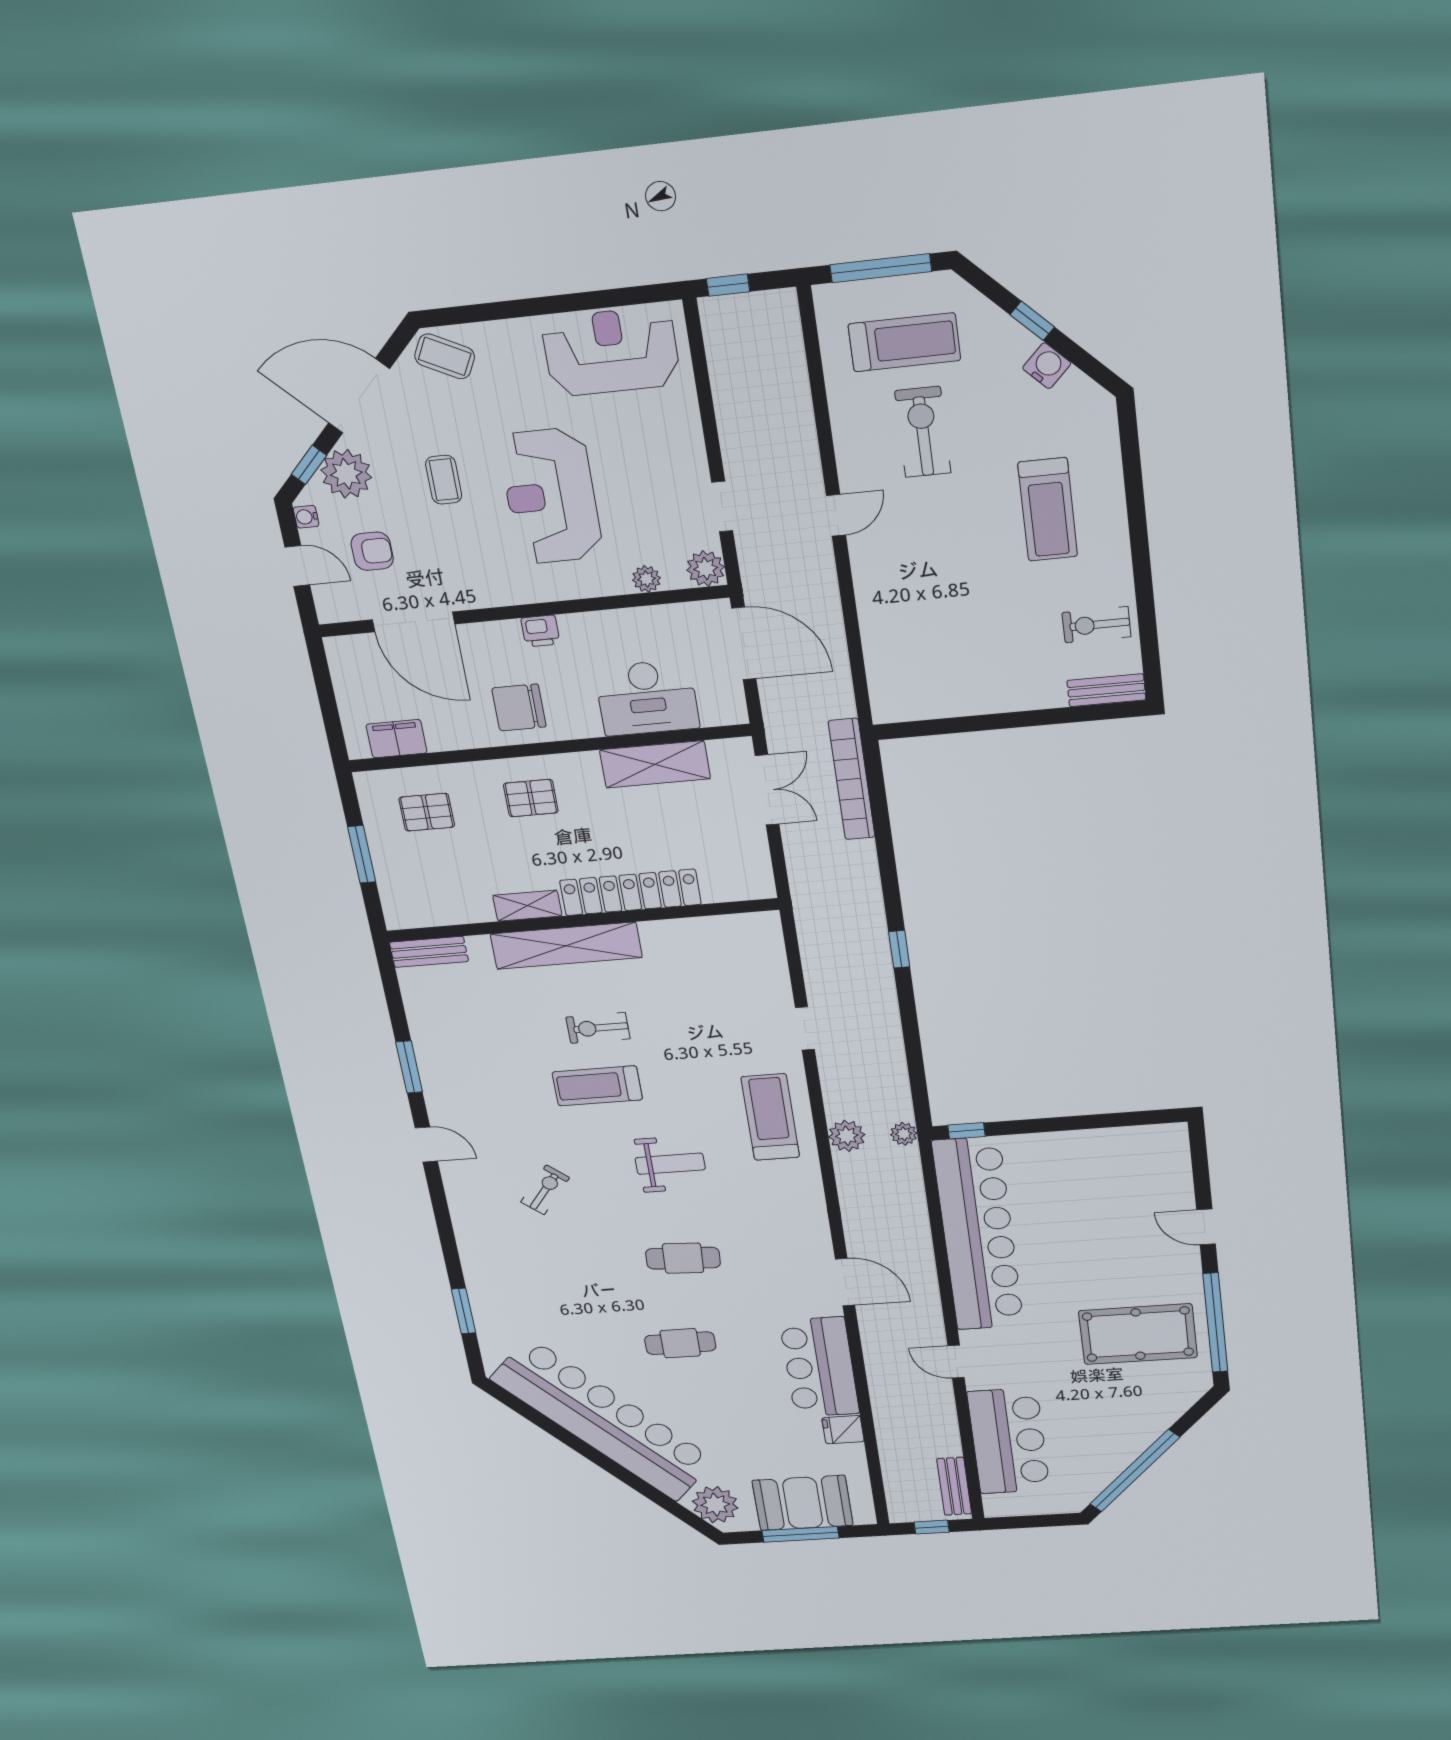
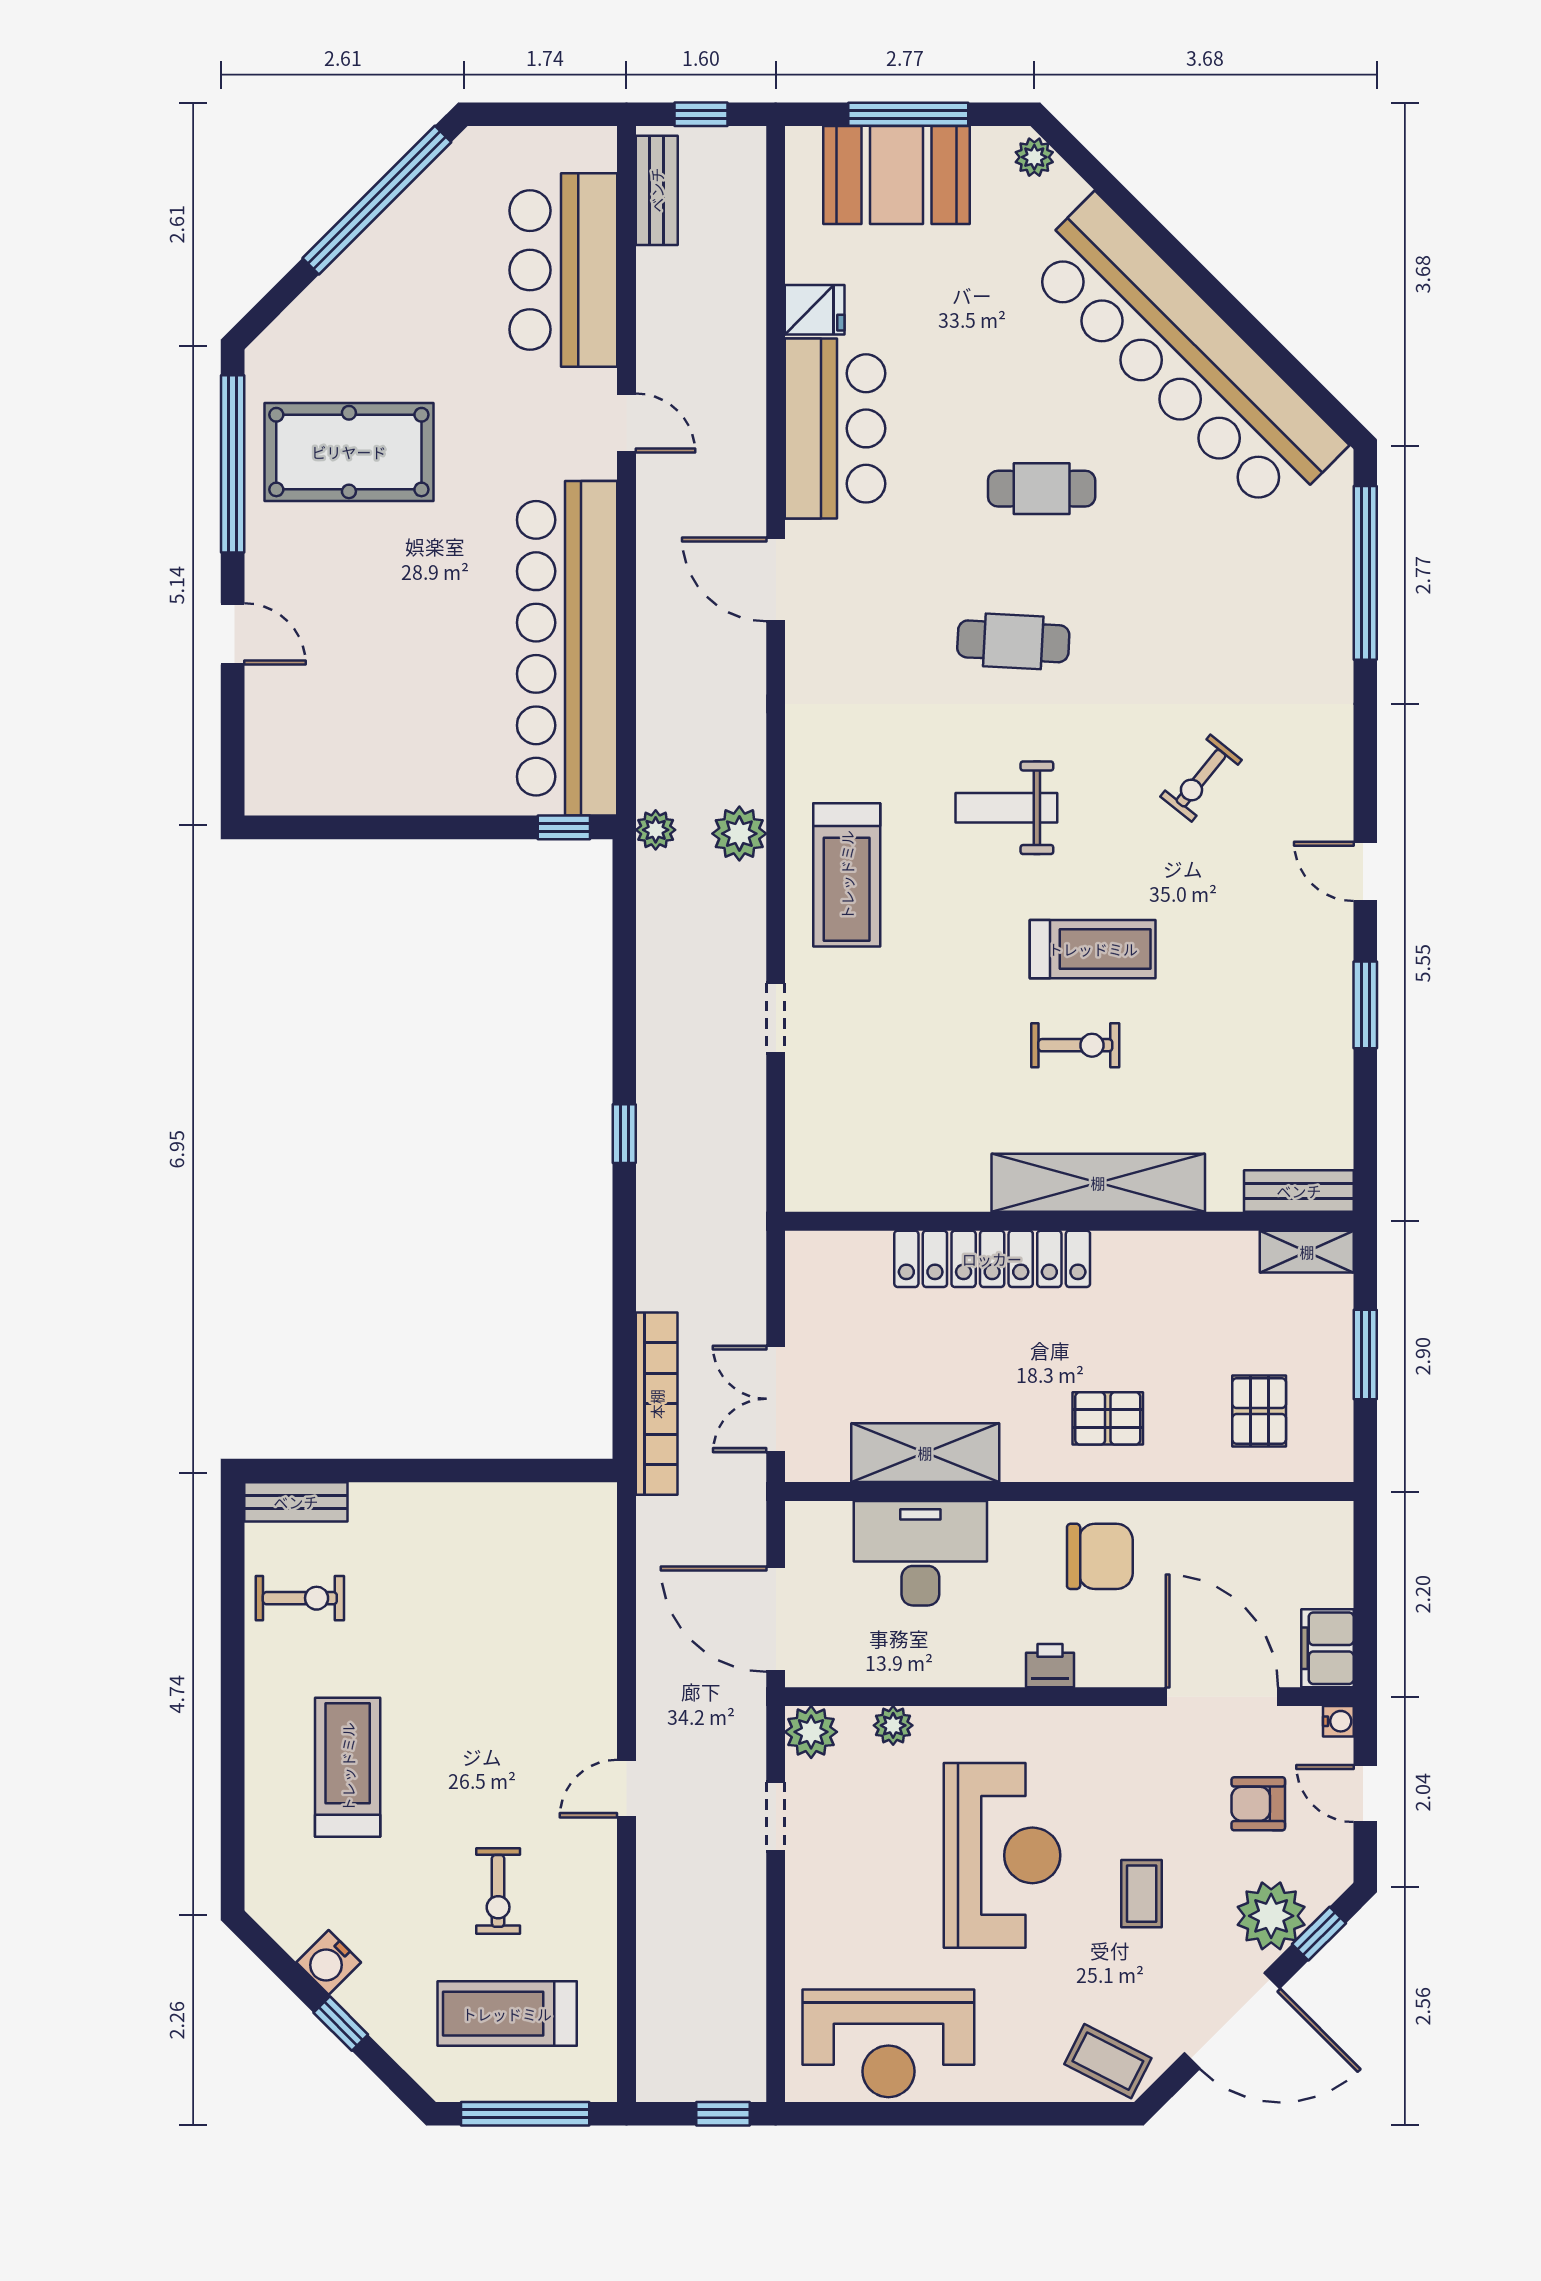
exercise bike: (923, 432) -> (498, 1891), width x0.73, depth x0.72
water cooler: (306, 517) -> (1338, 1721), moved
filing cabinet: (397, 739) -> (1328, 1648), moved, turned 90
pallet: (427, 812) -> (1259, 1411), turned 90
shelving: (527, 906) -> (1307, 1252), moved
window: (463, 1311) -> (1365, 573), width x2.11
plant: (715, 1505) -> (1034, 157), width x0.53, depth x0.53

